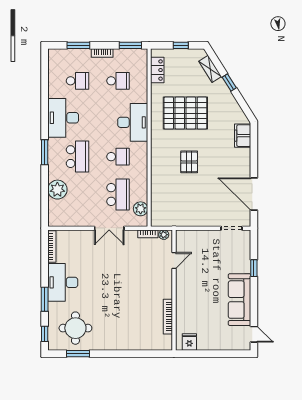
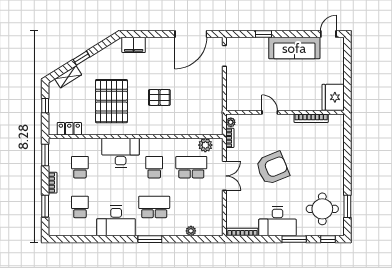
plant: (57, 190) -> (191, 231), width x0.53, depth x0.53
door: (174, 260) -> (270, 112), moved
armchair: (117, 277) -> (272, 168), added
fridge: (189, 342) -> (333, 97), width x1.88, depth x1.34

